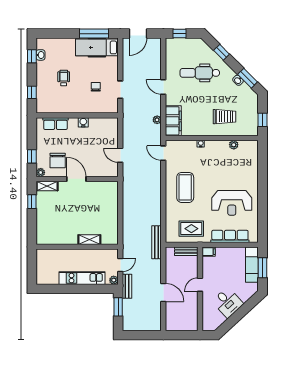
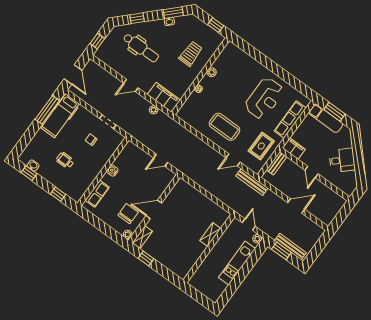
dental chair: (200, 73) -> (141, 48), turned -90
plant: (234, 145) -> (212, 72), moved
door: (163, 153) -> (233, 160), moved
window: (32, 156) -> (110, 232), removed
chair: (58, 161) -> (128, 214), turned -90
filing cabinet: (209, 252) -> (294, 149), width x2.00
bench: (127, 286) -> (290, 247), moved, width x1.36

